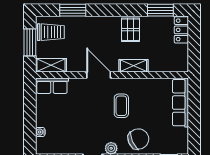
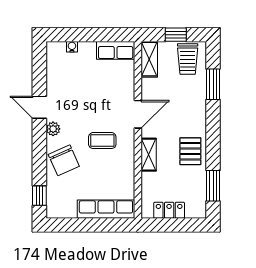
pallet: (131, 30) -> (190, 151), turned 90
locker: (181, 30) -> (169, 210), moved
window: (30, 42) -> (176, 35), width x0.67
row of seats: (52, 86) -> (116, 50), moved, turned -90

